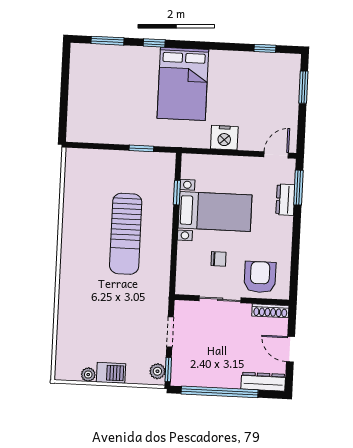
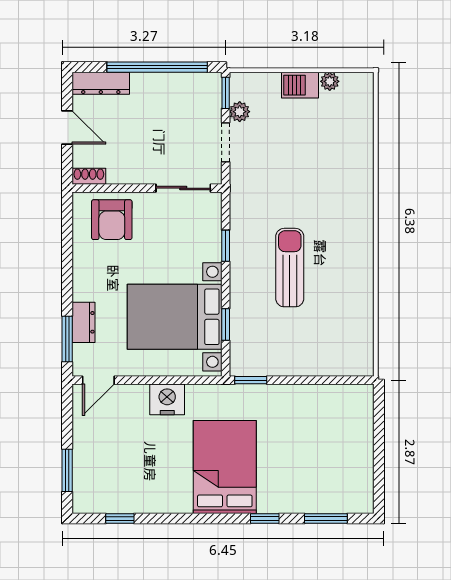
window: (141, 148) -> (251, 380), moved
bed with nightstands: (215, 211) -> (175, 317), width x1.36
sun lounger: (126, 234) -> (290, 268), width x0.73, depth x0.75
window: (174, 253) -> (226, 246), added
chair: (219, 259) -> (167, 241), removed
sliding door: (220, 299) -> (183, 188), moved
shoe rack: (270, 311) -> (89, 176), width x0.70
plant: (157, 371) -> (240, 112), moved

